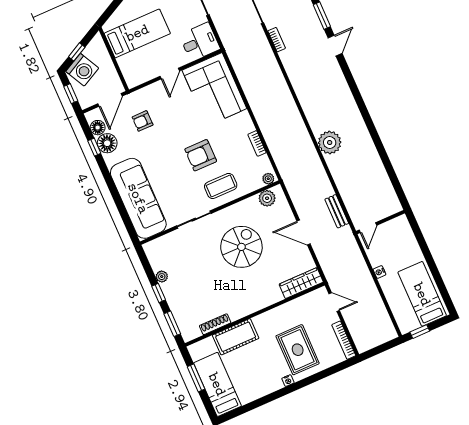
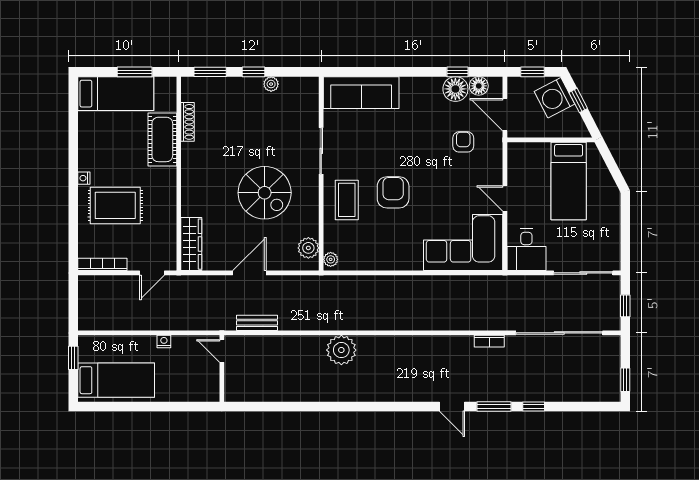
bookcase: (257, 143) -> (378, 264), removed
sofa: (138, 198) -> (361, 93), width x0.74, depth x0.79

